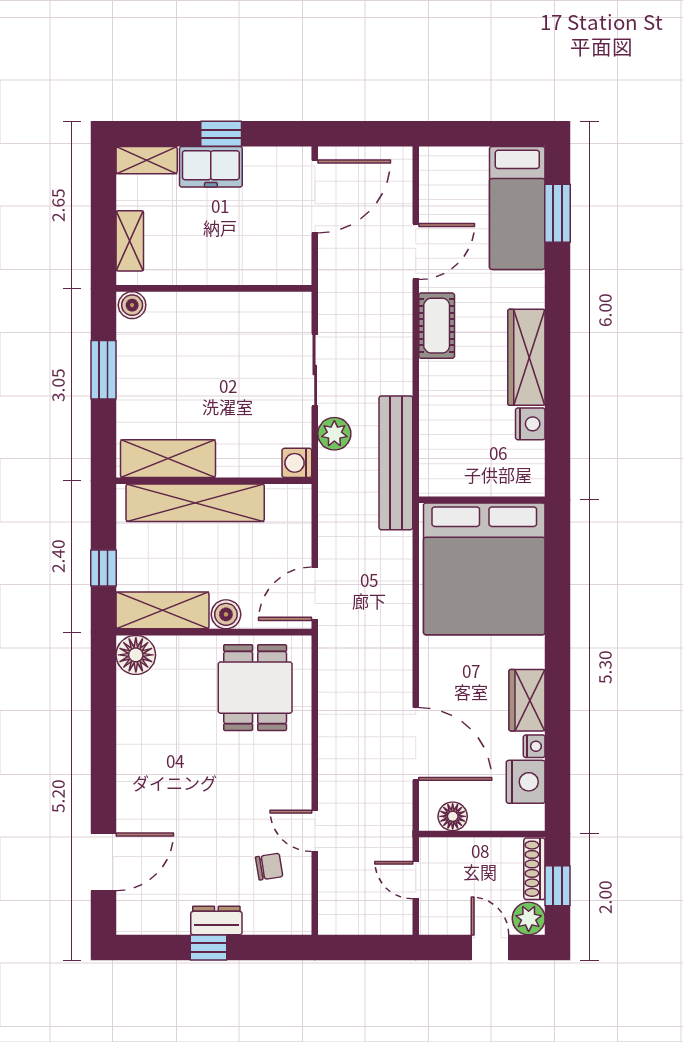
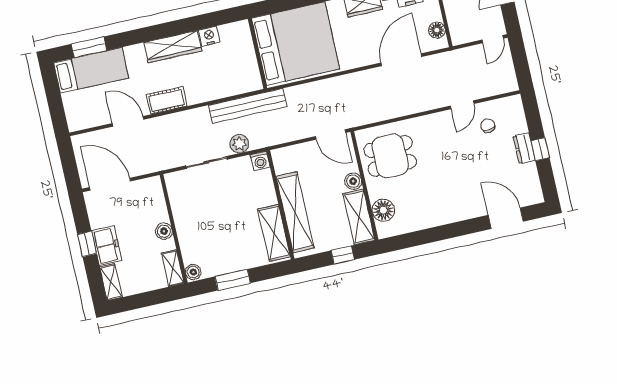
shelving: (130, 241) -> (173, 268), moved, turned 90
boiler: (214, 271) -> (164, 231), added
floor lamp: (136, 655) -> (383, 210), moved
door: (416, 880) -> (493, 39), moved

